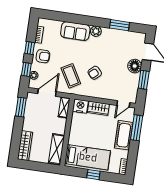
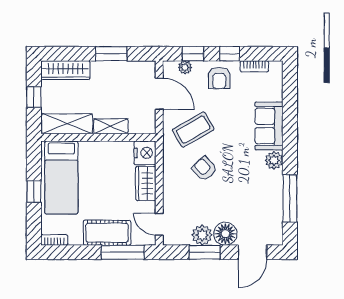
window: (120, 25) -> (290, 198), width x1.44
plant: (133, 80) -> (202, 235), added
window: (21, 107) -> (111, 54), moved
shelving: (64, 107) -> (111, 126), moved
window: (38, 166) -> (34, 97), added

